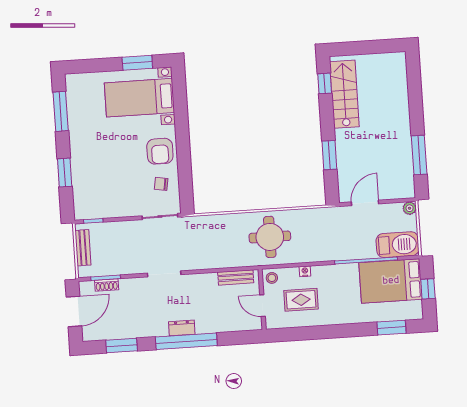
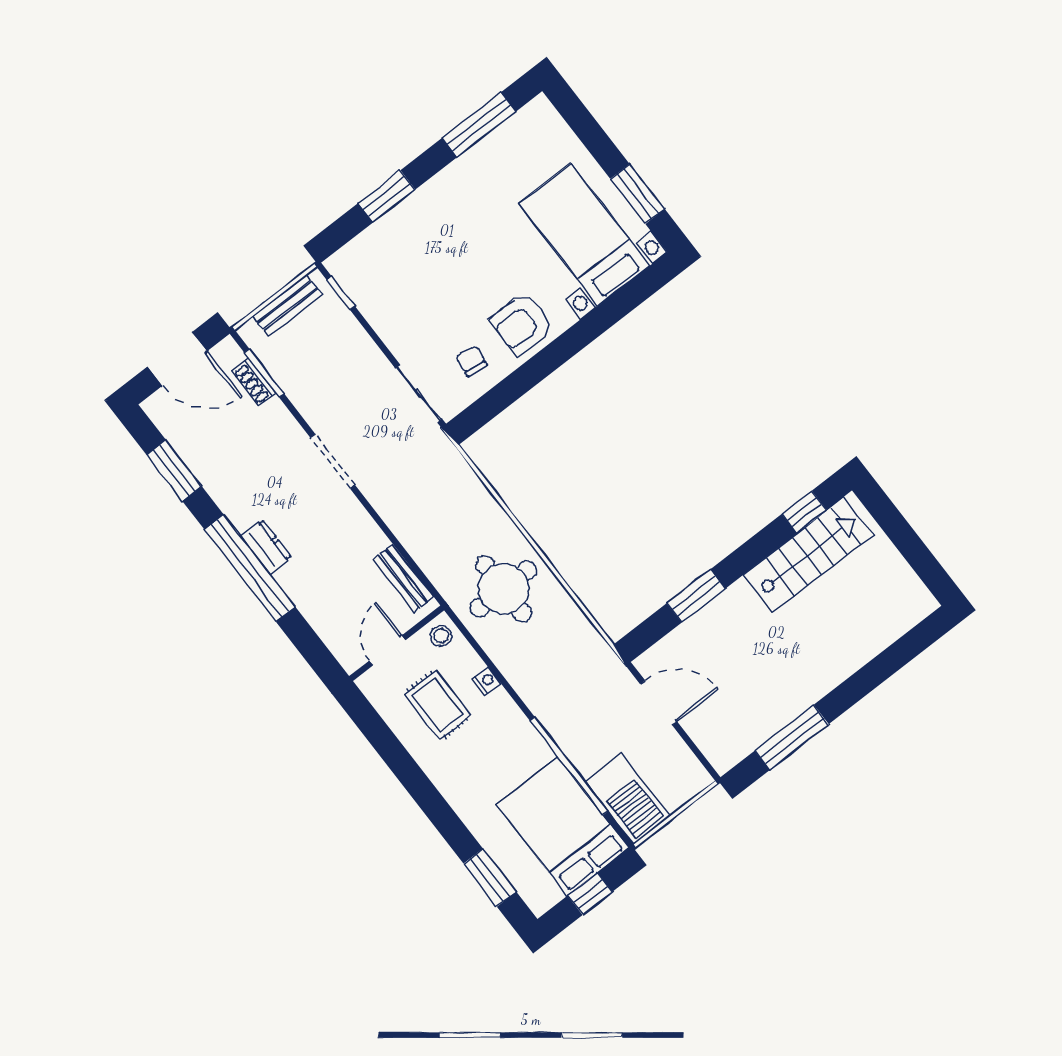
plant: (410, 208) -> (698, 779), removed

